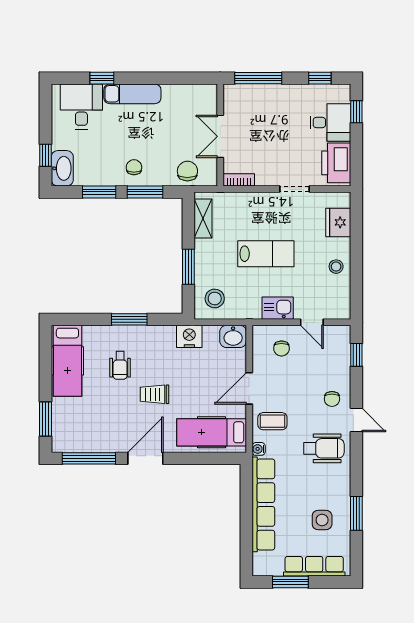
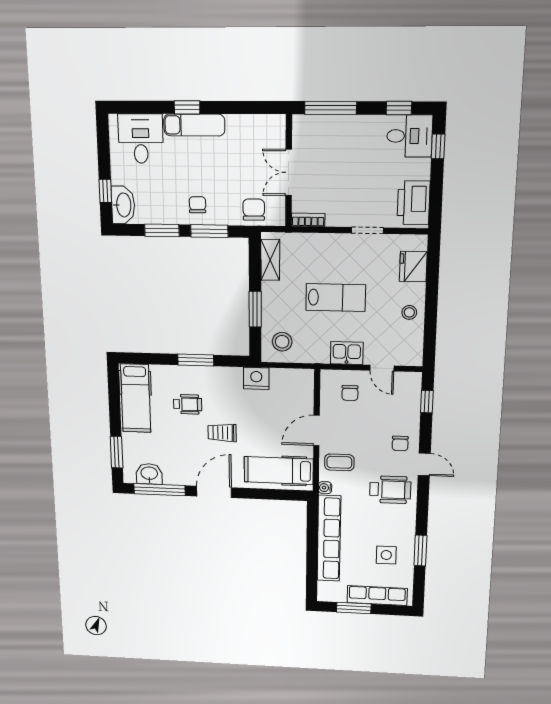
window: (102, 78) -> (187, 107), moved
desk: (330, 123) -> (410, 136), moved
washbasin: (233, 336) -> (149, 474), moved, turned 180
wheelchair: (120, 365) -> (188, 404), turned -90

